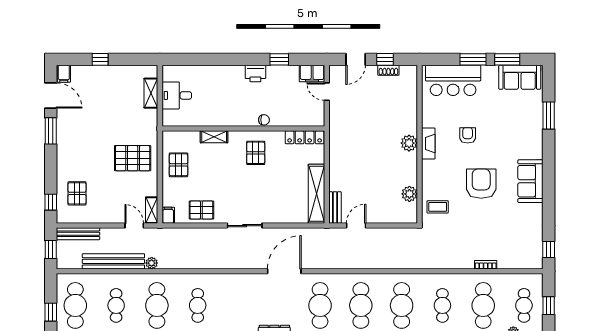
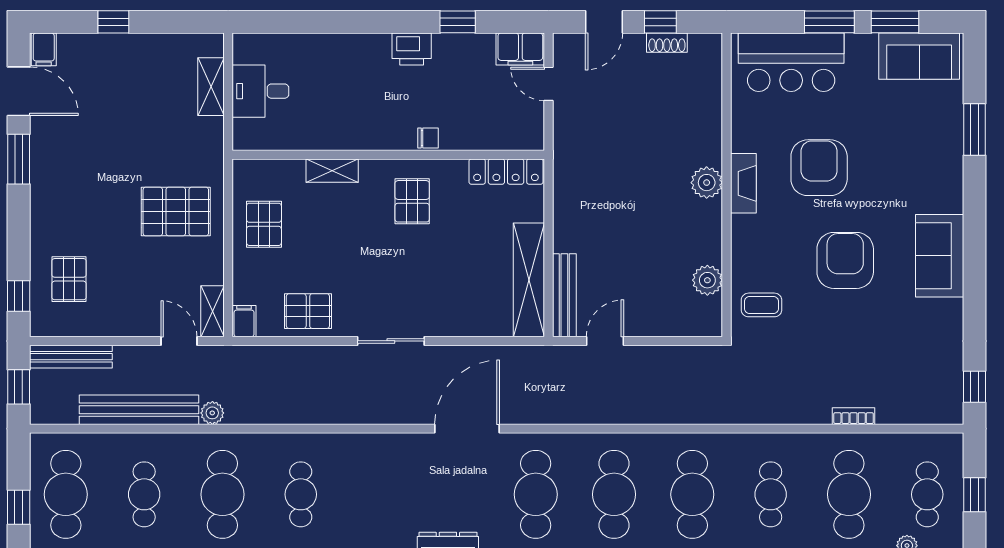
armchair: (468, 135) -> (819, 168), width x1.88, depth x1.88
bench: (335, 208) -> (564, 295), width x1.36

